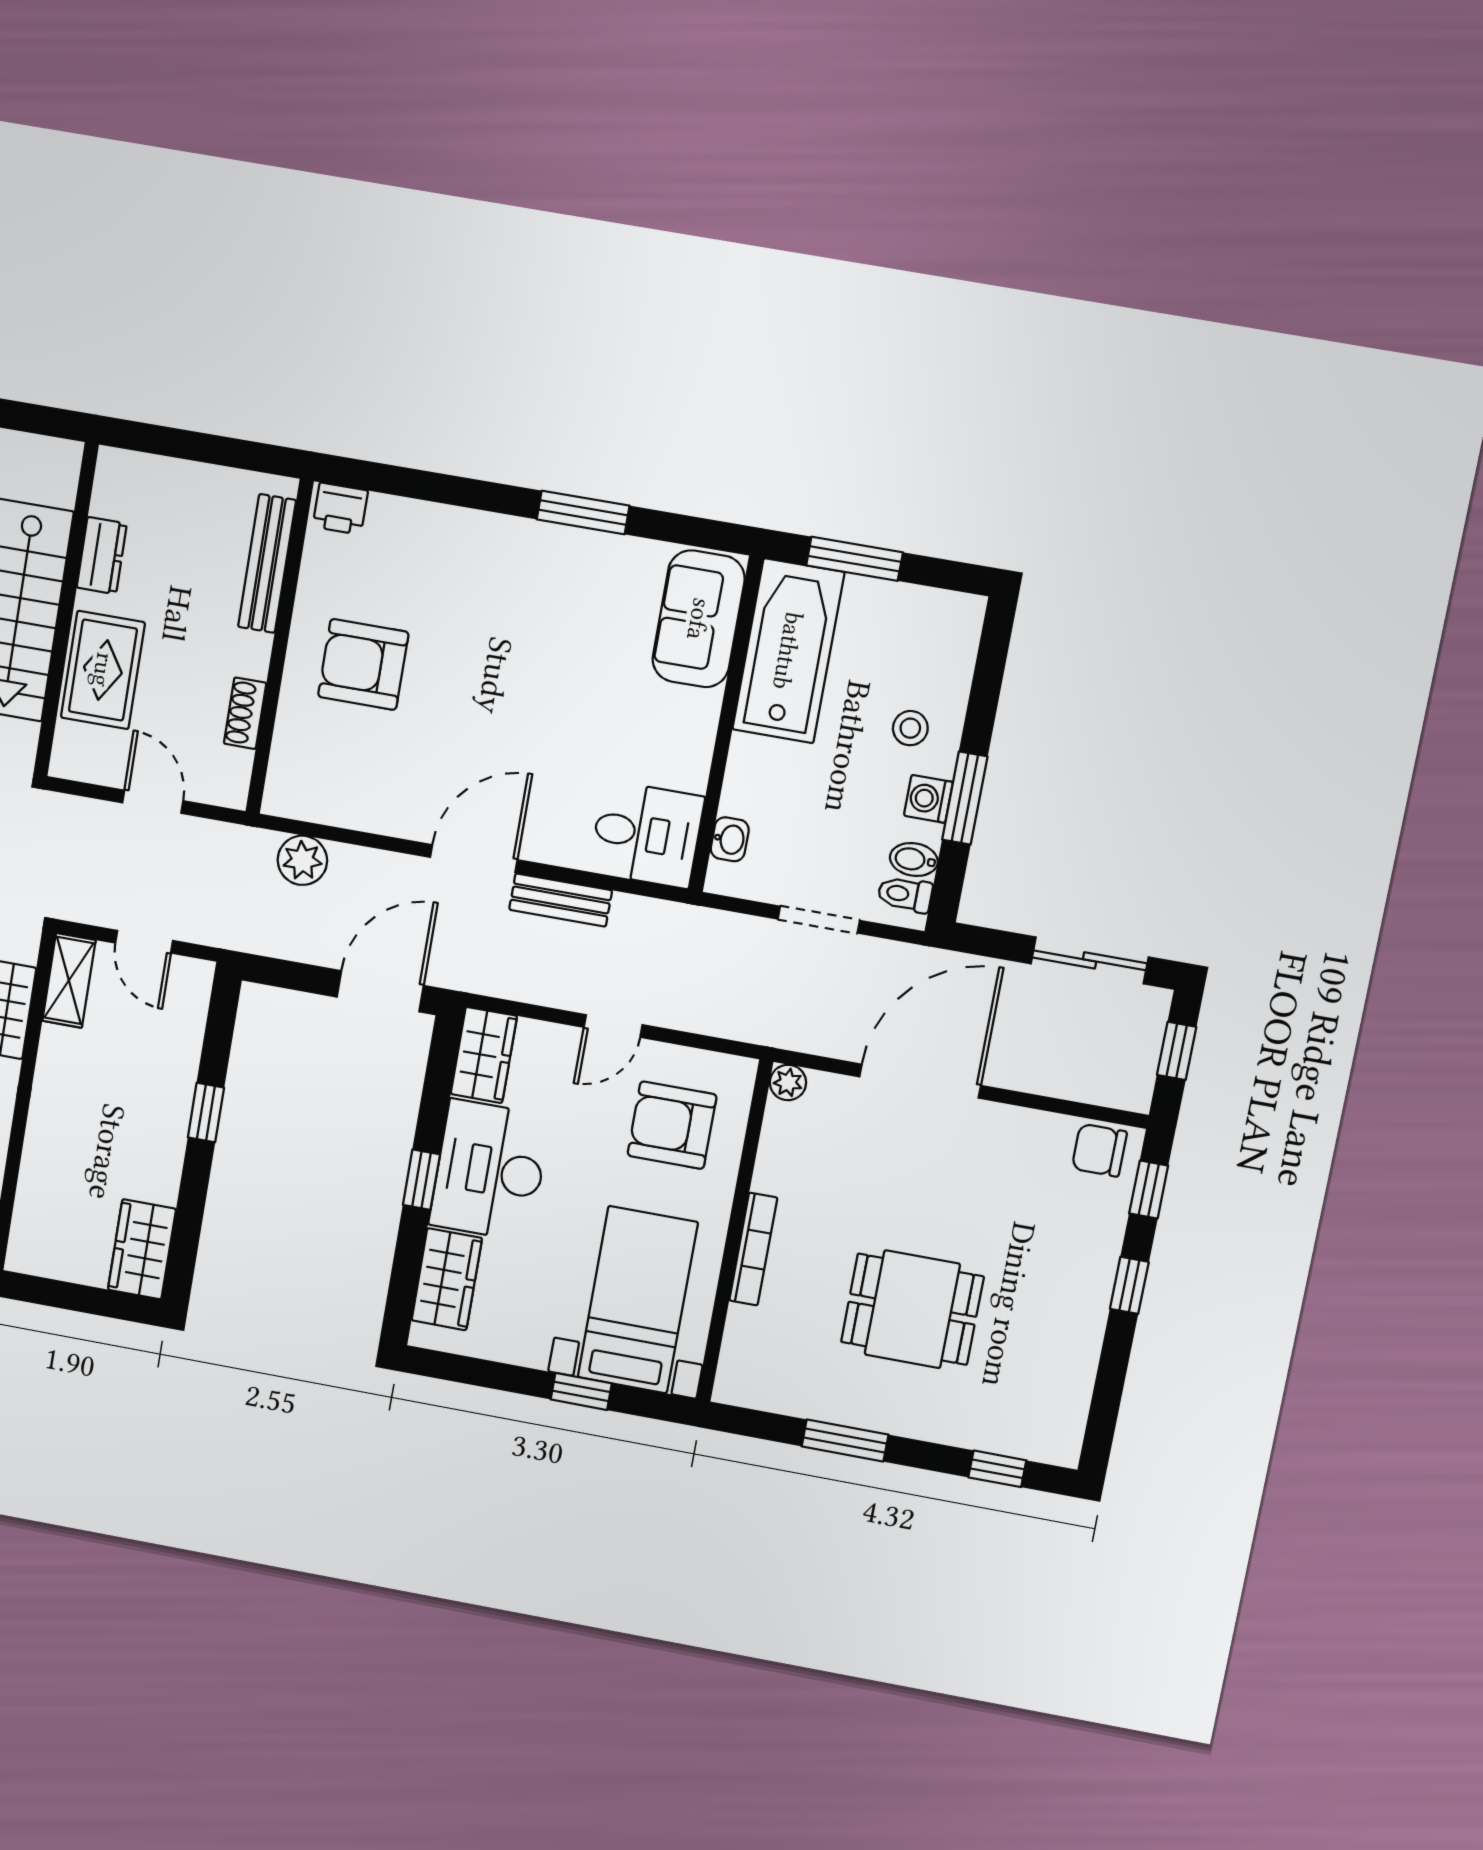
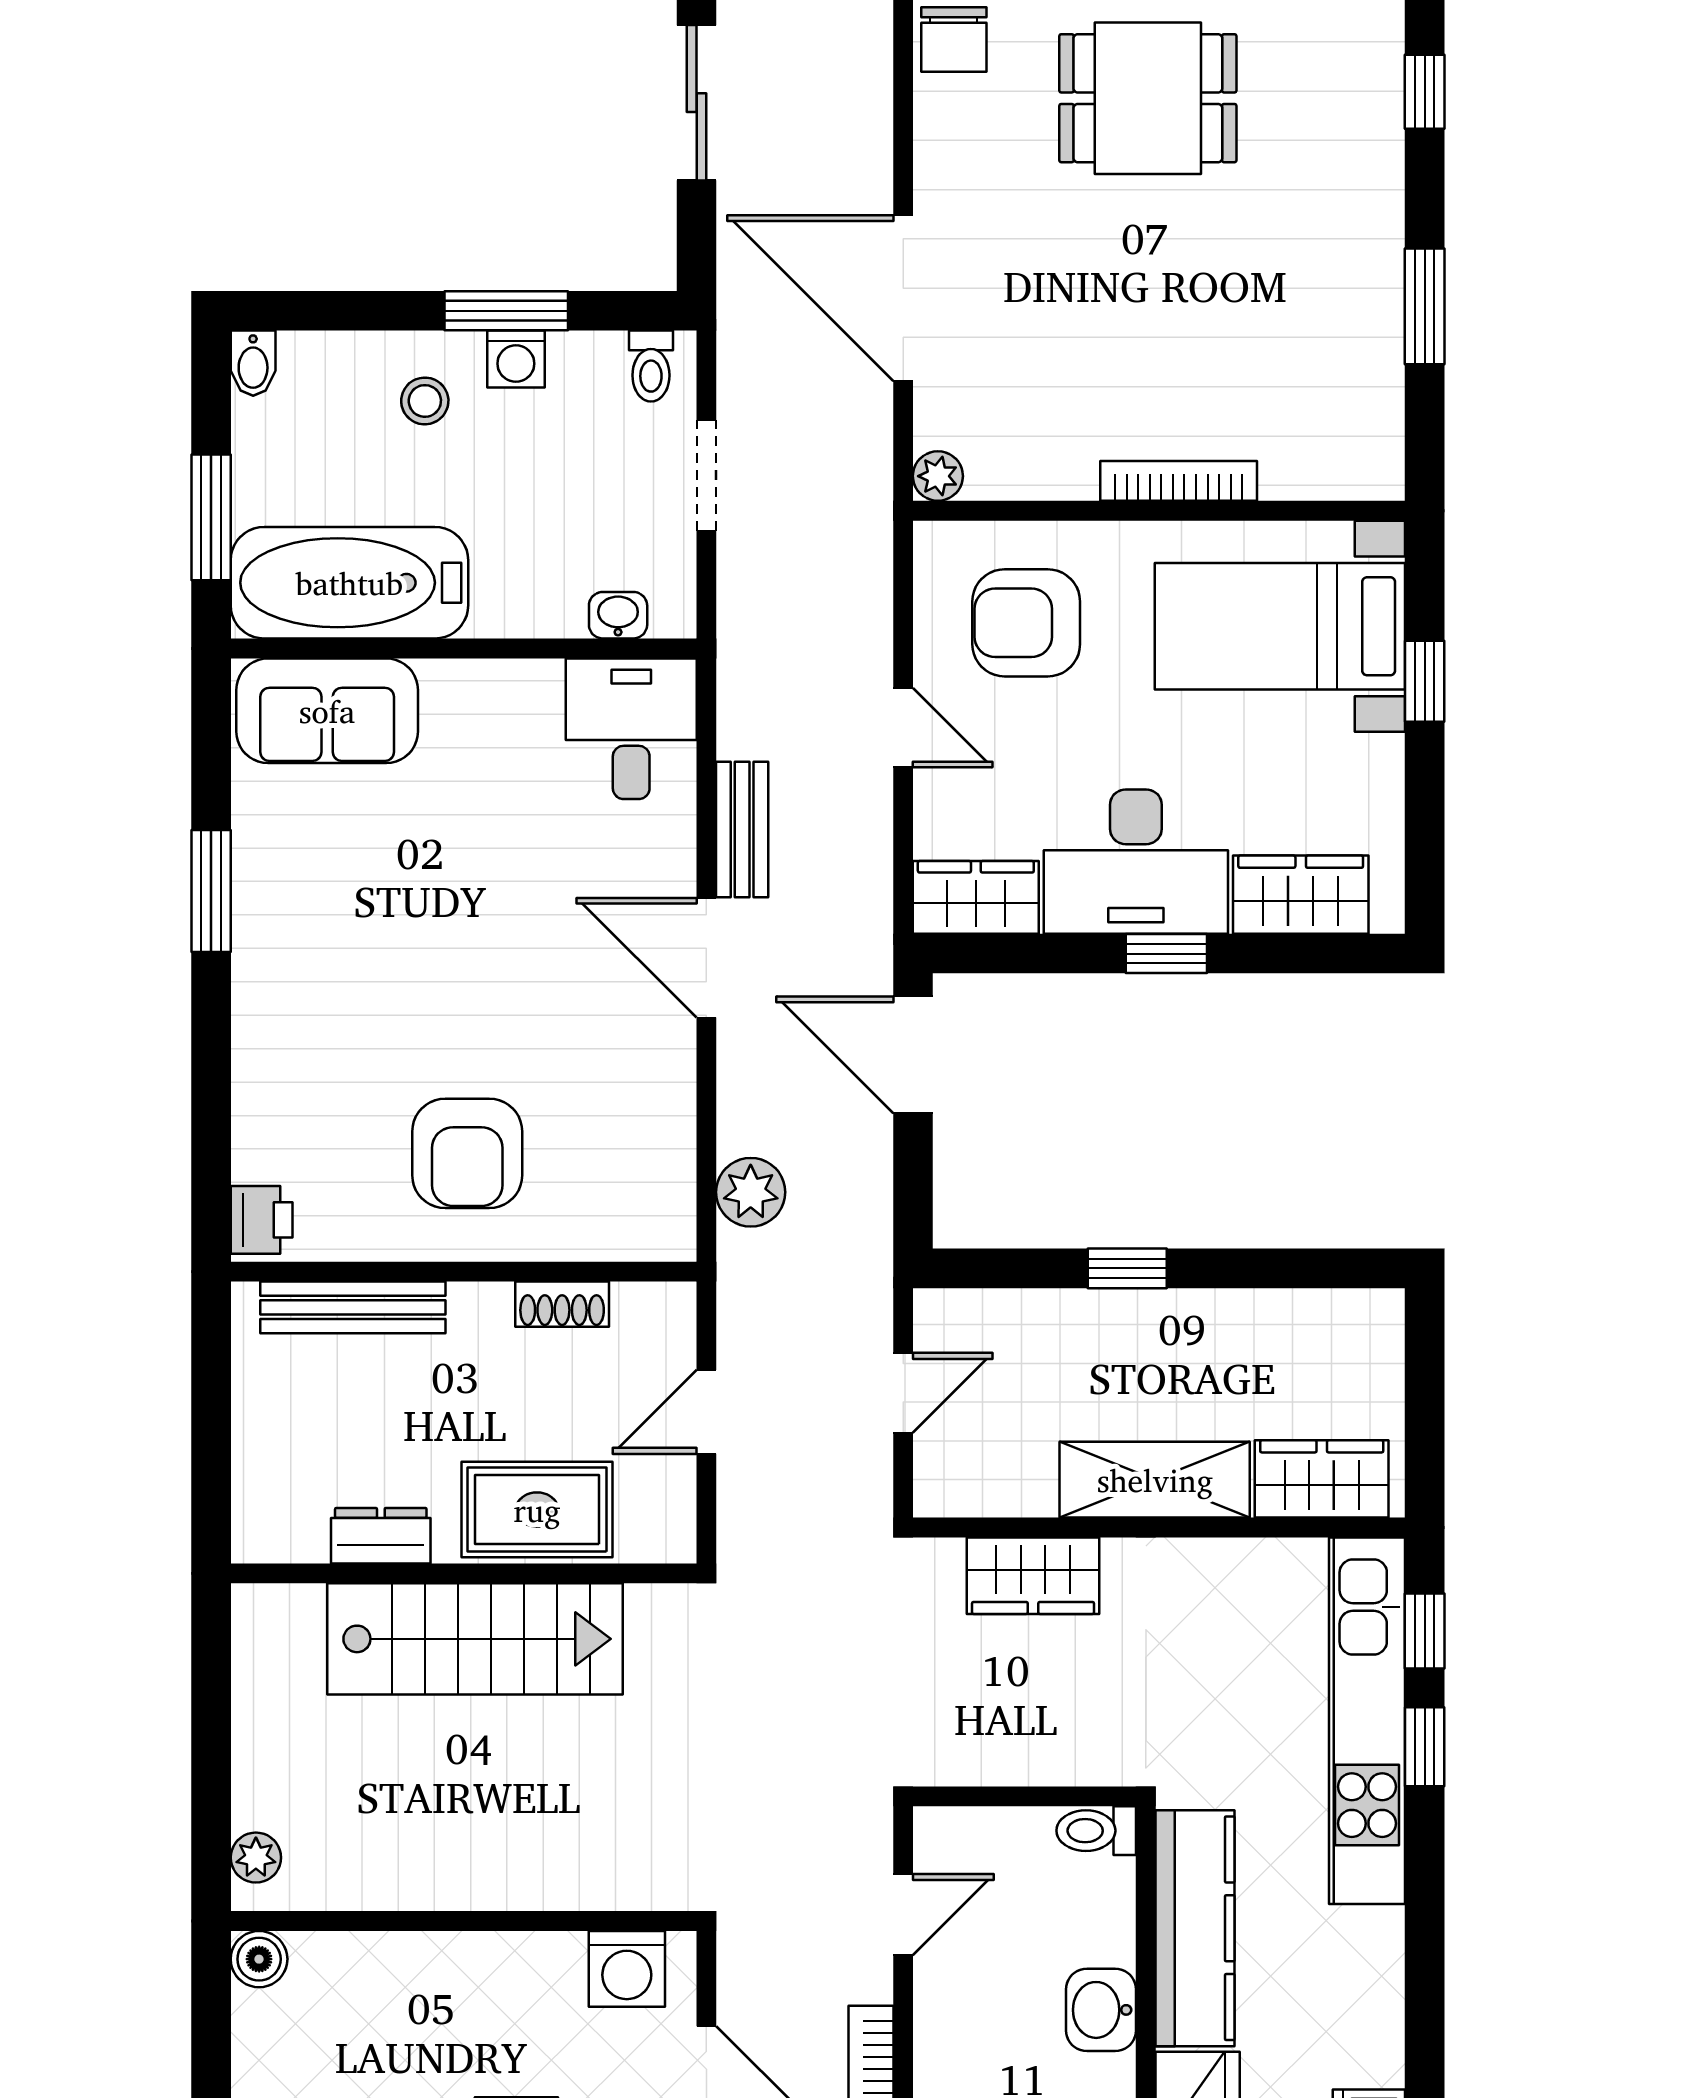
bidet: (914, 860) -> (253, 363), moved
shelving: (69, 981) -> (1155, 1480), moved, width x1.50, depth x1.33
armchair: (672, 1125) -> (1026, 623), turned 90
wardrobe: (142, 1249) -> (1322, 1479), moved, turned 180
dining table: (912, 1309) -> (1148, 98), moved, turned 90

